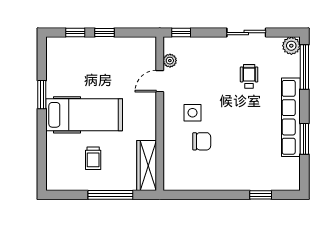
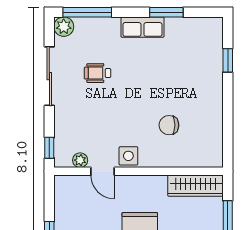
sliding door: (246, 33) -> (49, 76), width x1.37
side table: (192, 113) -> (128, 156), moved
row of seats: (291, 117) -> (142, 27), width x0.50
chair: (202, 141) -> (169, 125), turned -90

